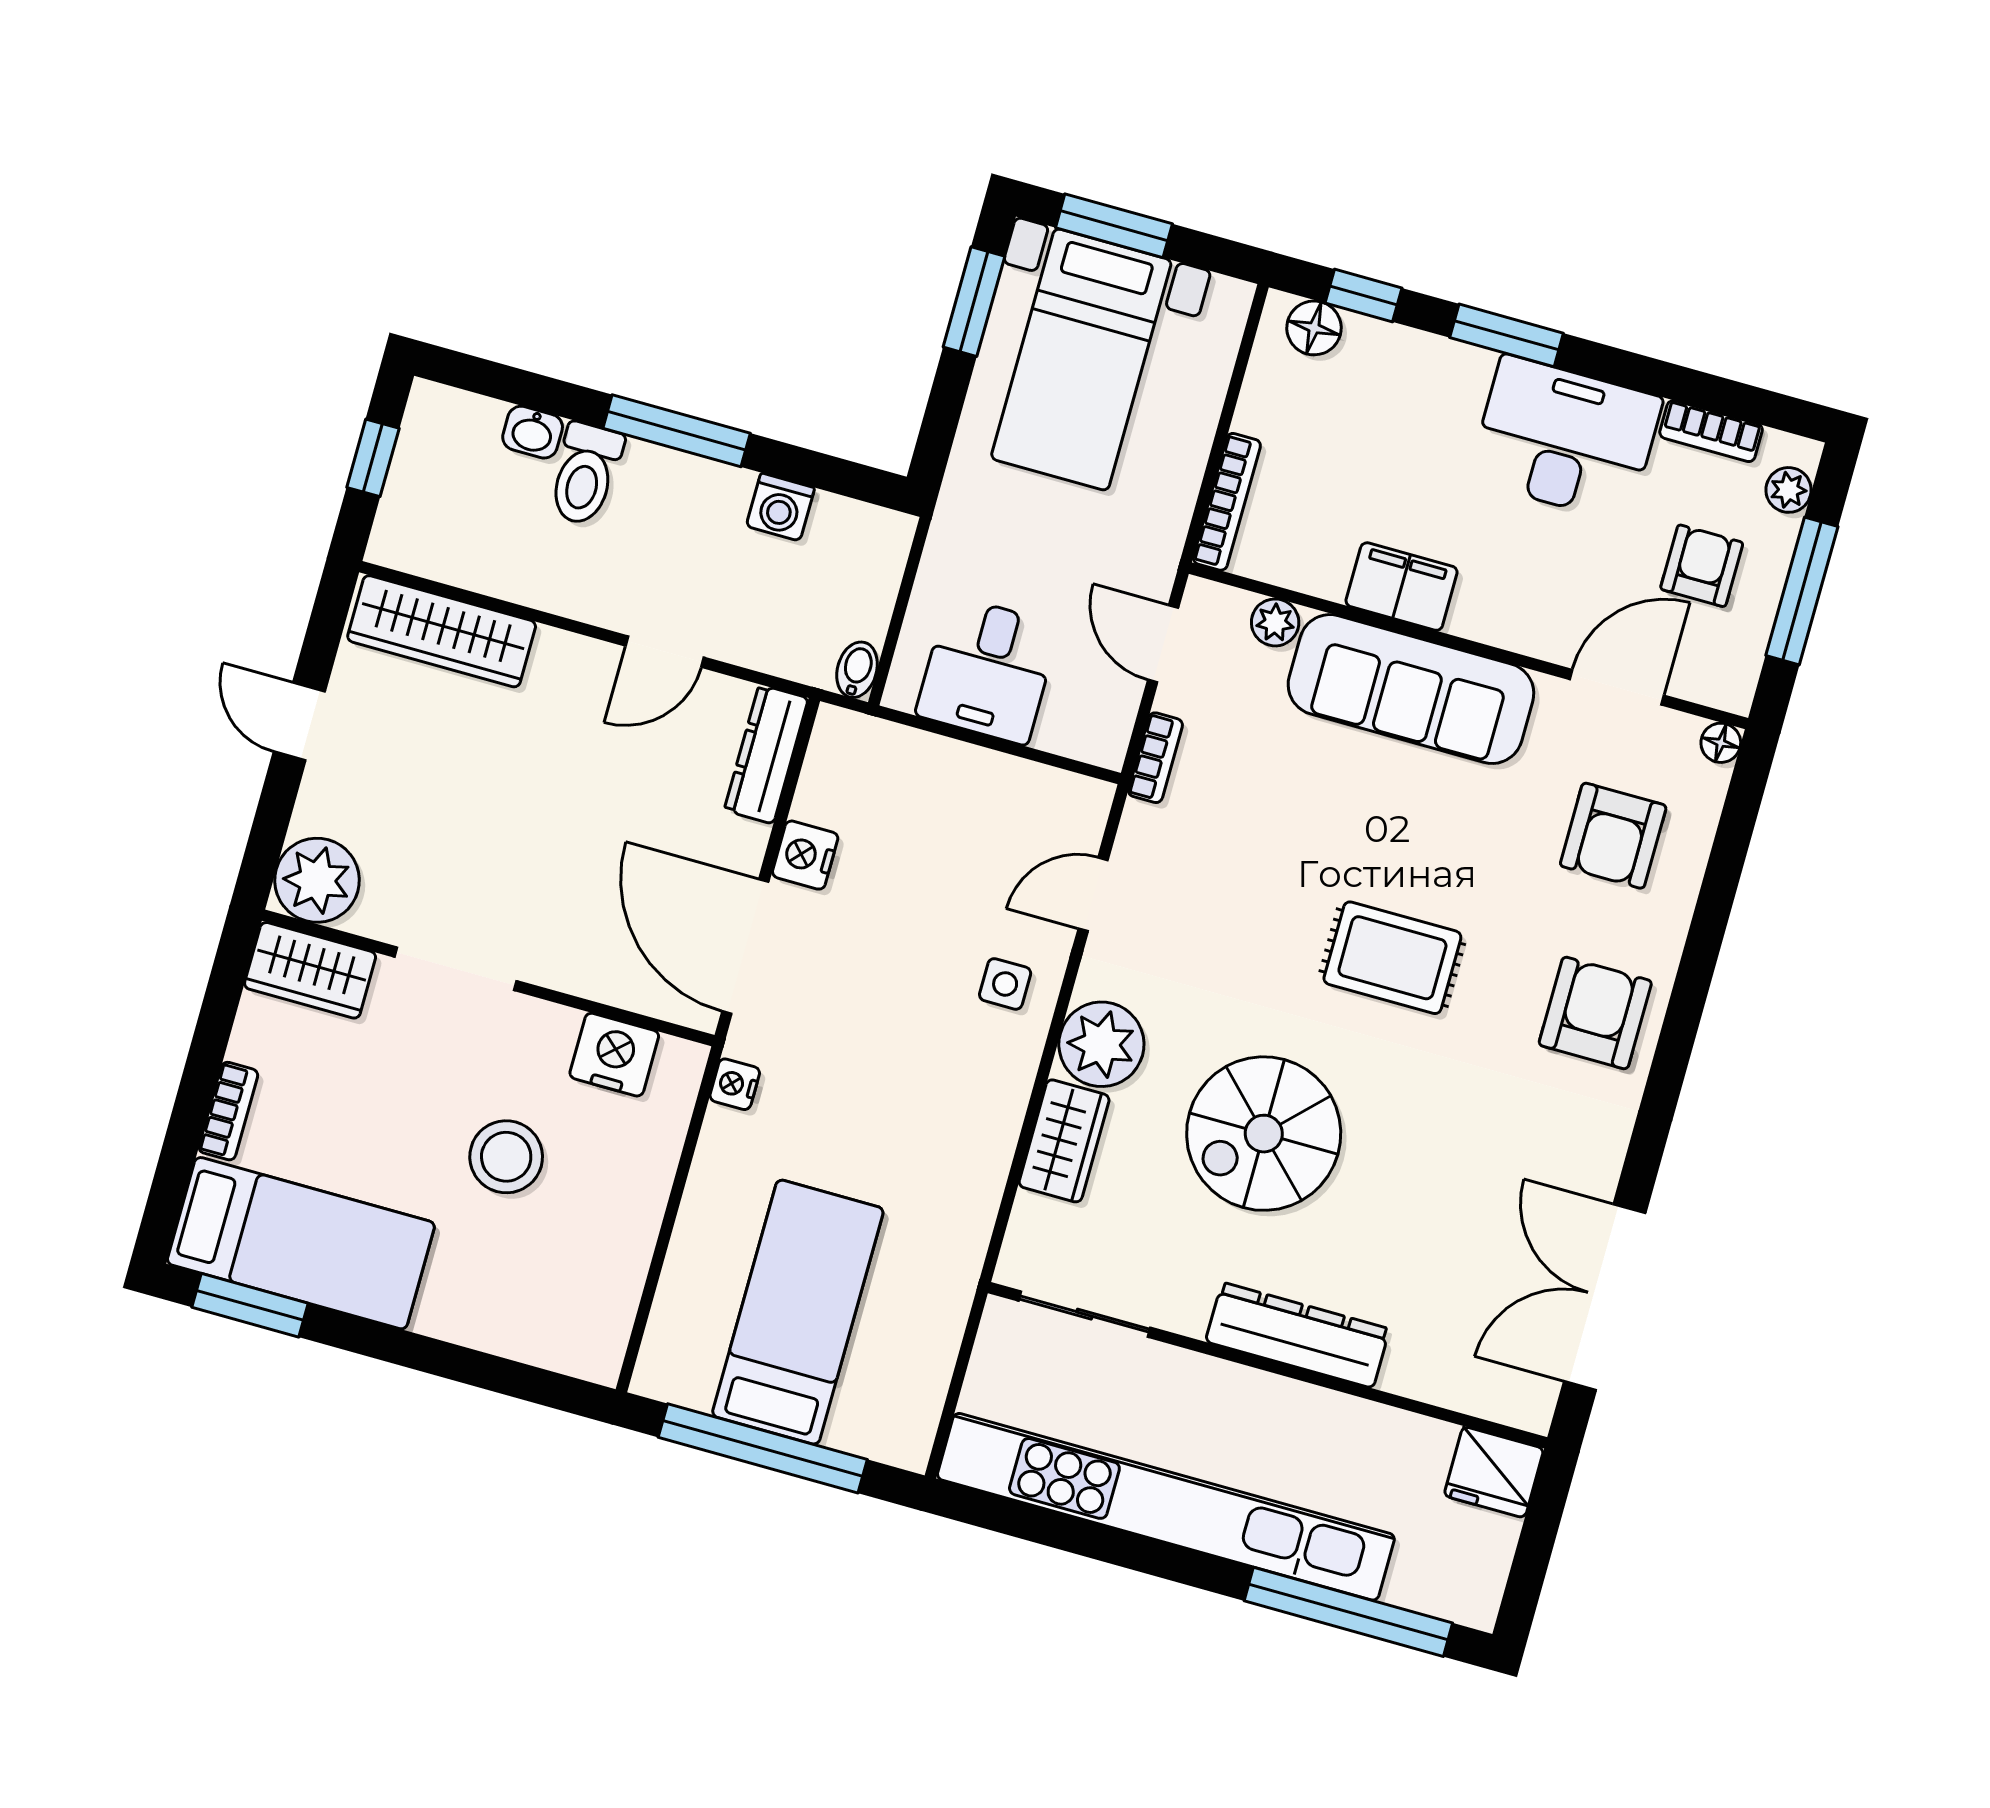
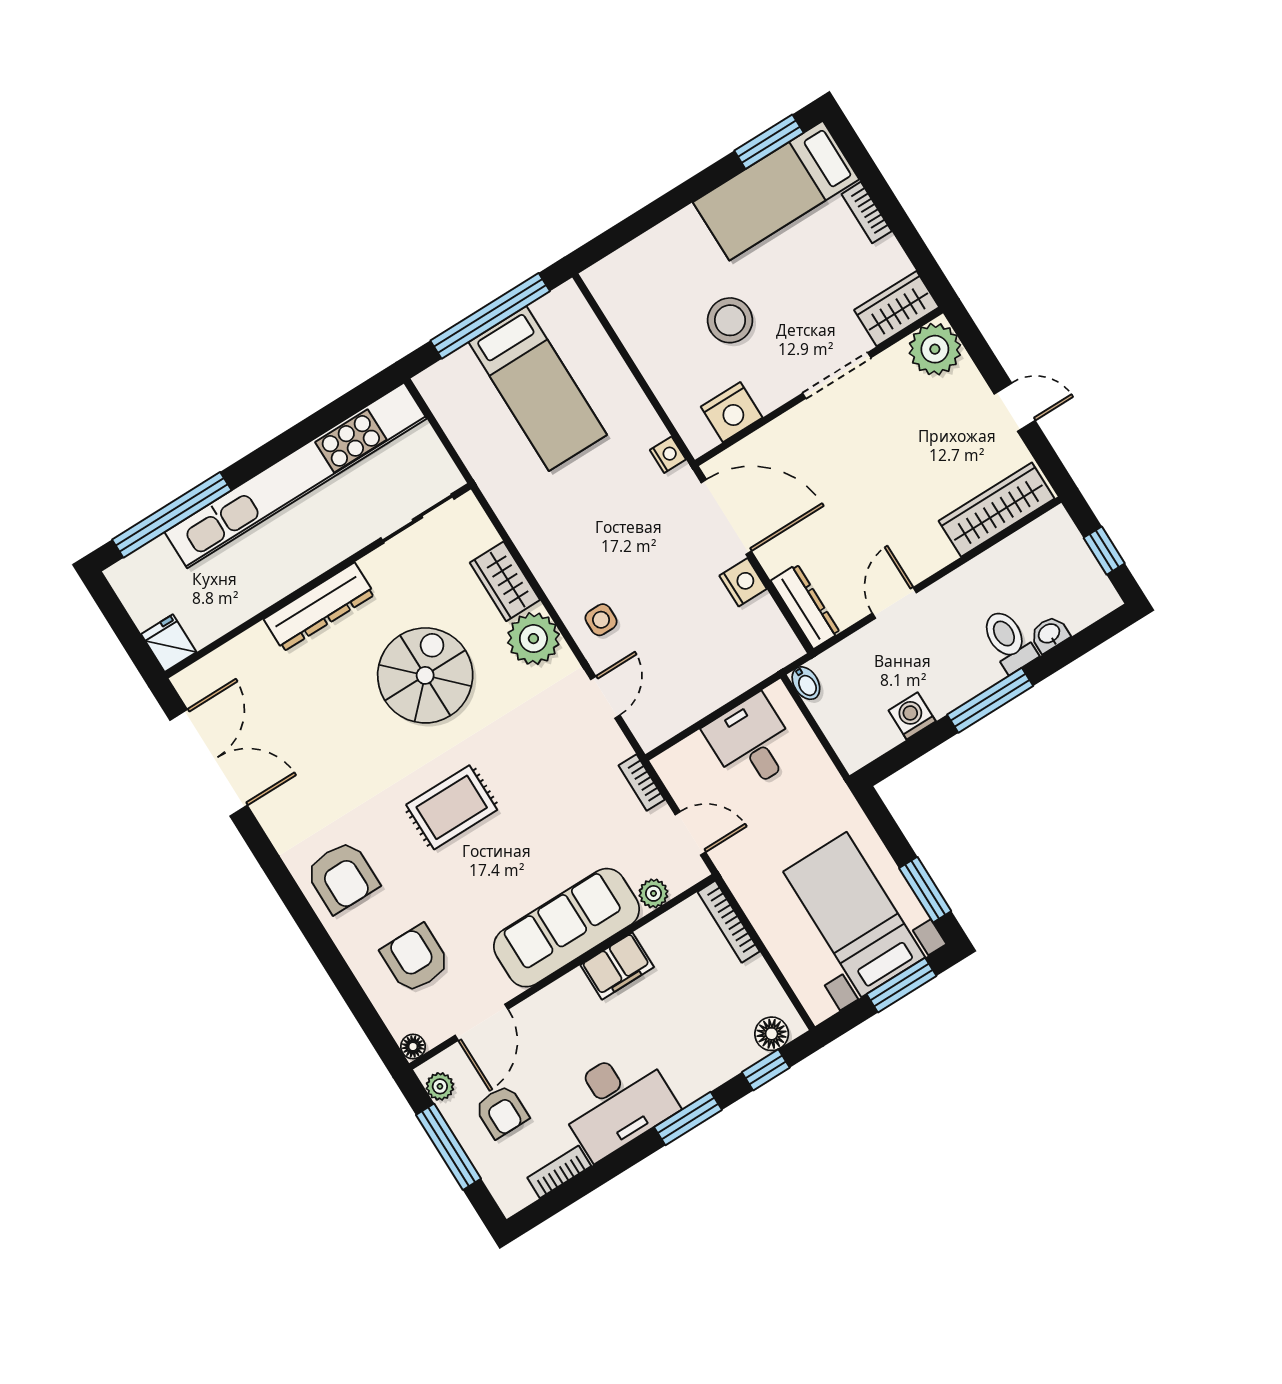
plant: (1789, 490) -> (440, 1086), moved
fridge: (1494, 1472) -> (169, 643), width x0.72

